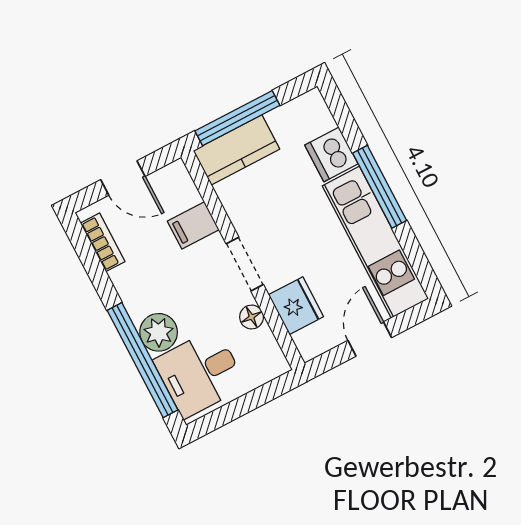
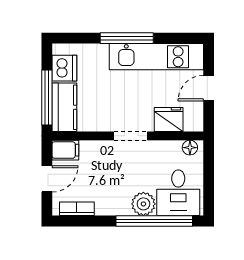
dishwasher: (331, 154) -> (64, 68), moved, turned -90
filing cabinet: (193, 225) -> (65, 150), moved, turned -90
floor lamp: (252, 317) -> (190, 148), moved
door: (370, 339) -> (209, 88), hinge flipped

